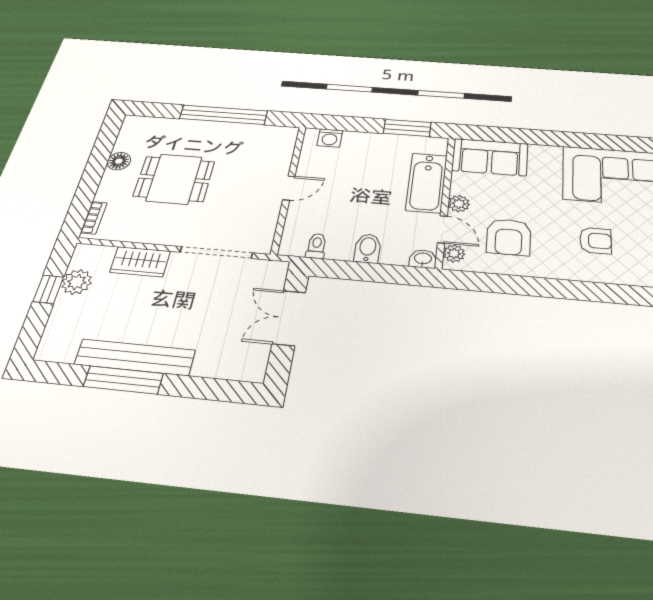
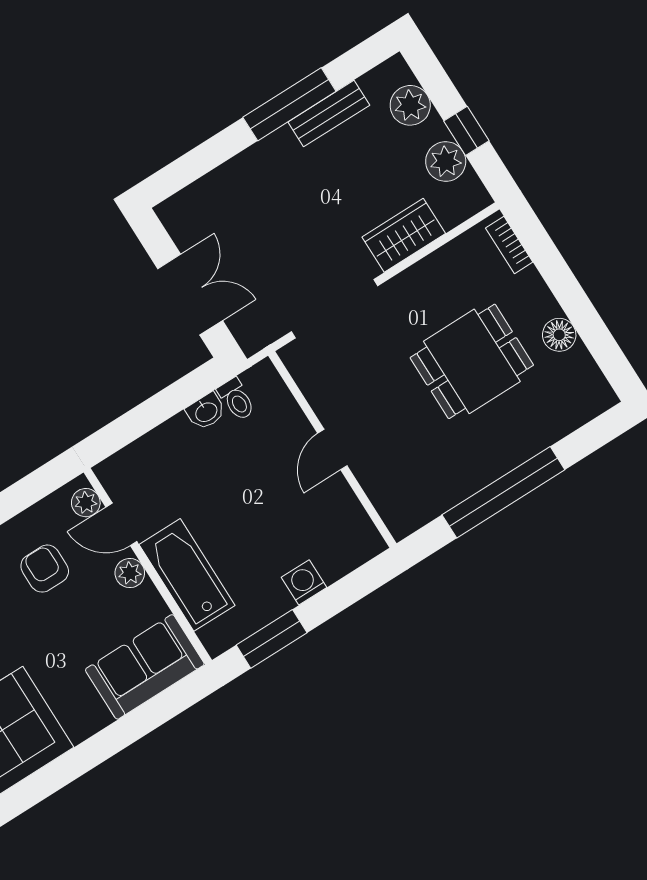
washing machine: (330, 138) -> (304, 582), moved
armchair: (509, 237) -> (45, 569), width x0.72, depth x0.72
bidet: (368, 248) -> (180, 438), removed
washbasin: (423, 259) -> (206, 411), moved
plant: (61, 326) -> (410, 105), added
bench: (135, 357) -> (329, 114), width x0.54, depth x0.82

